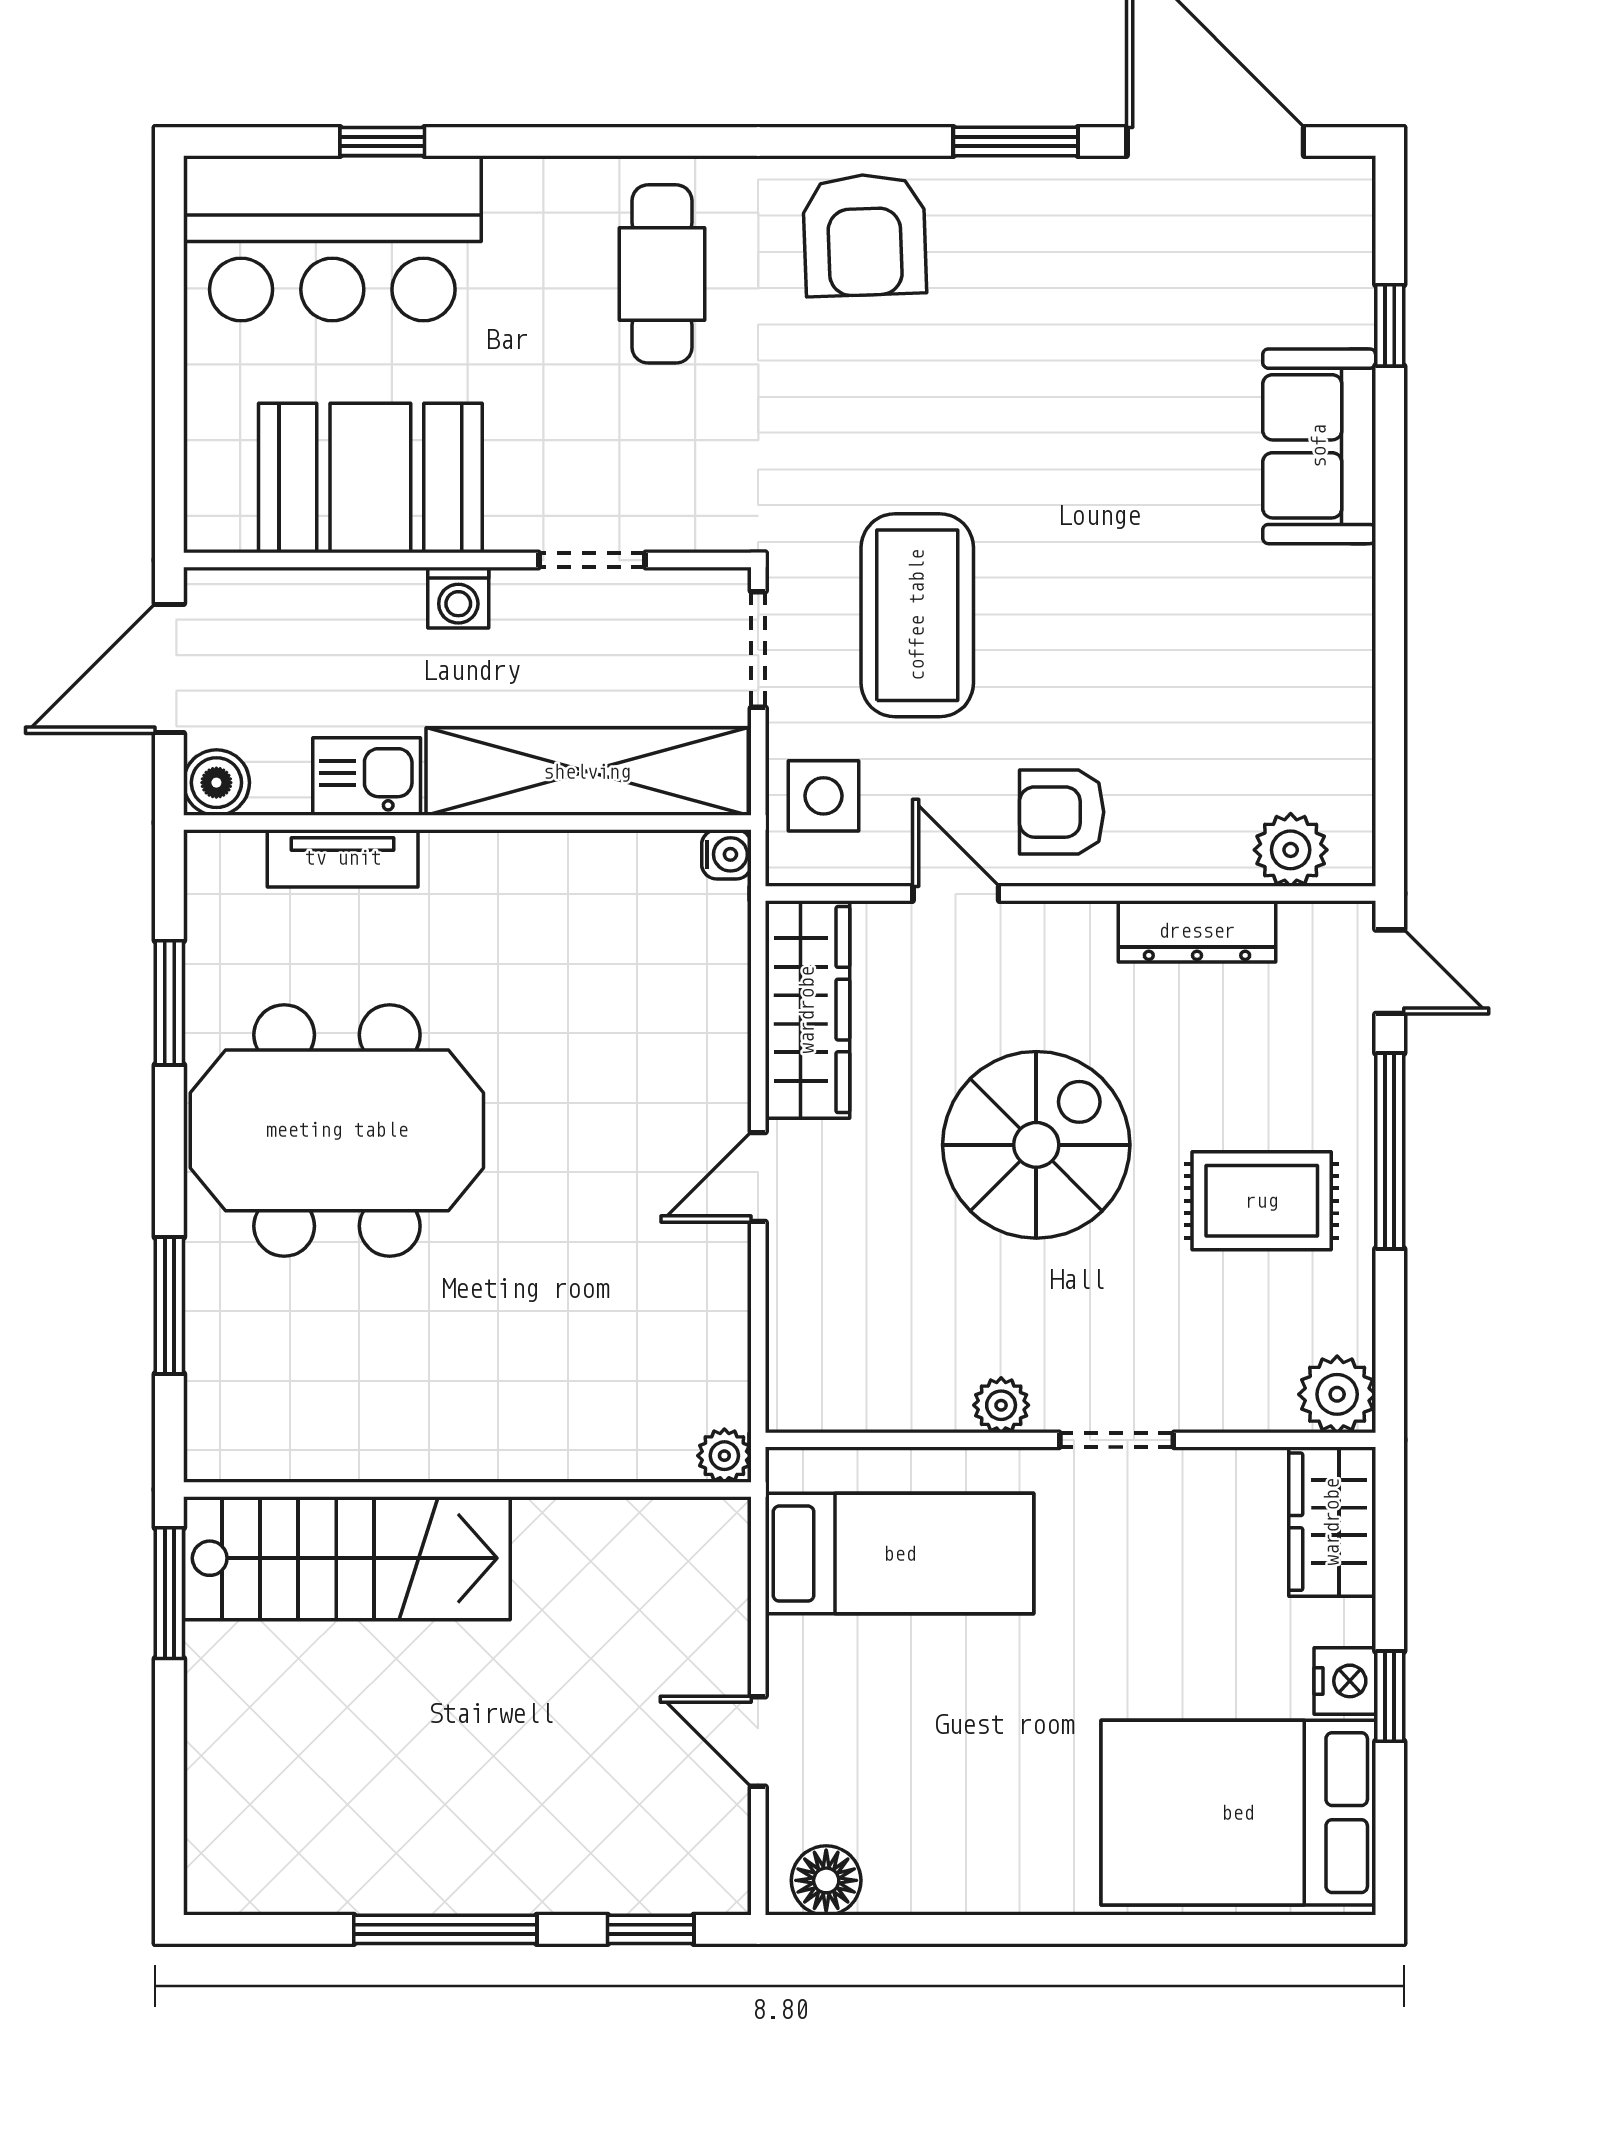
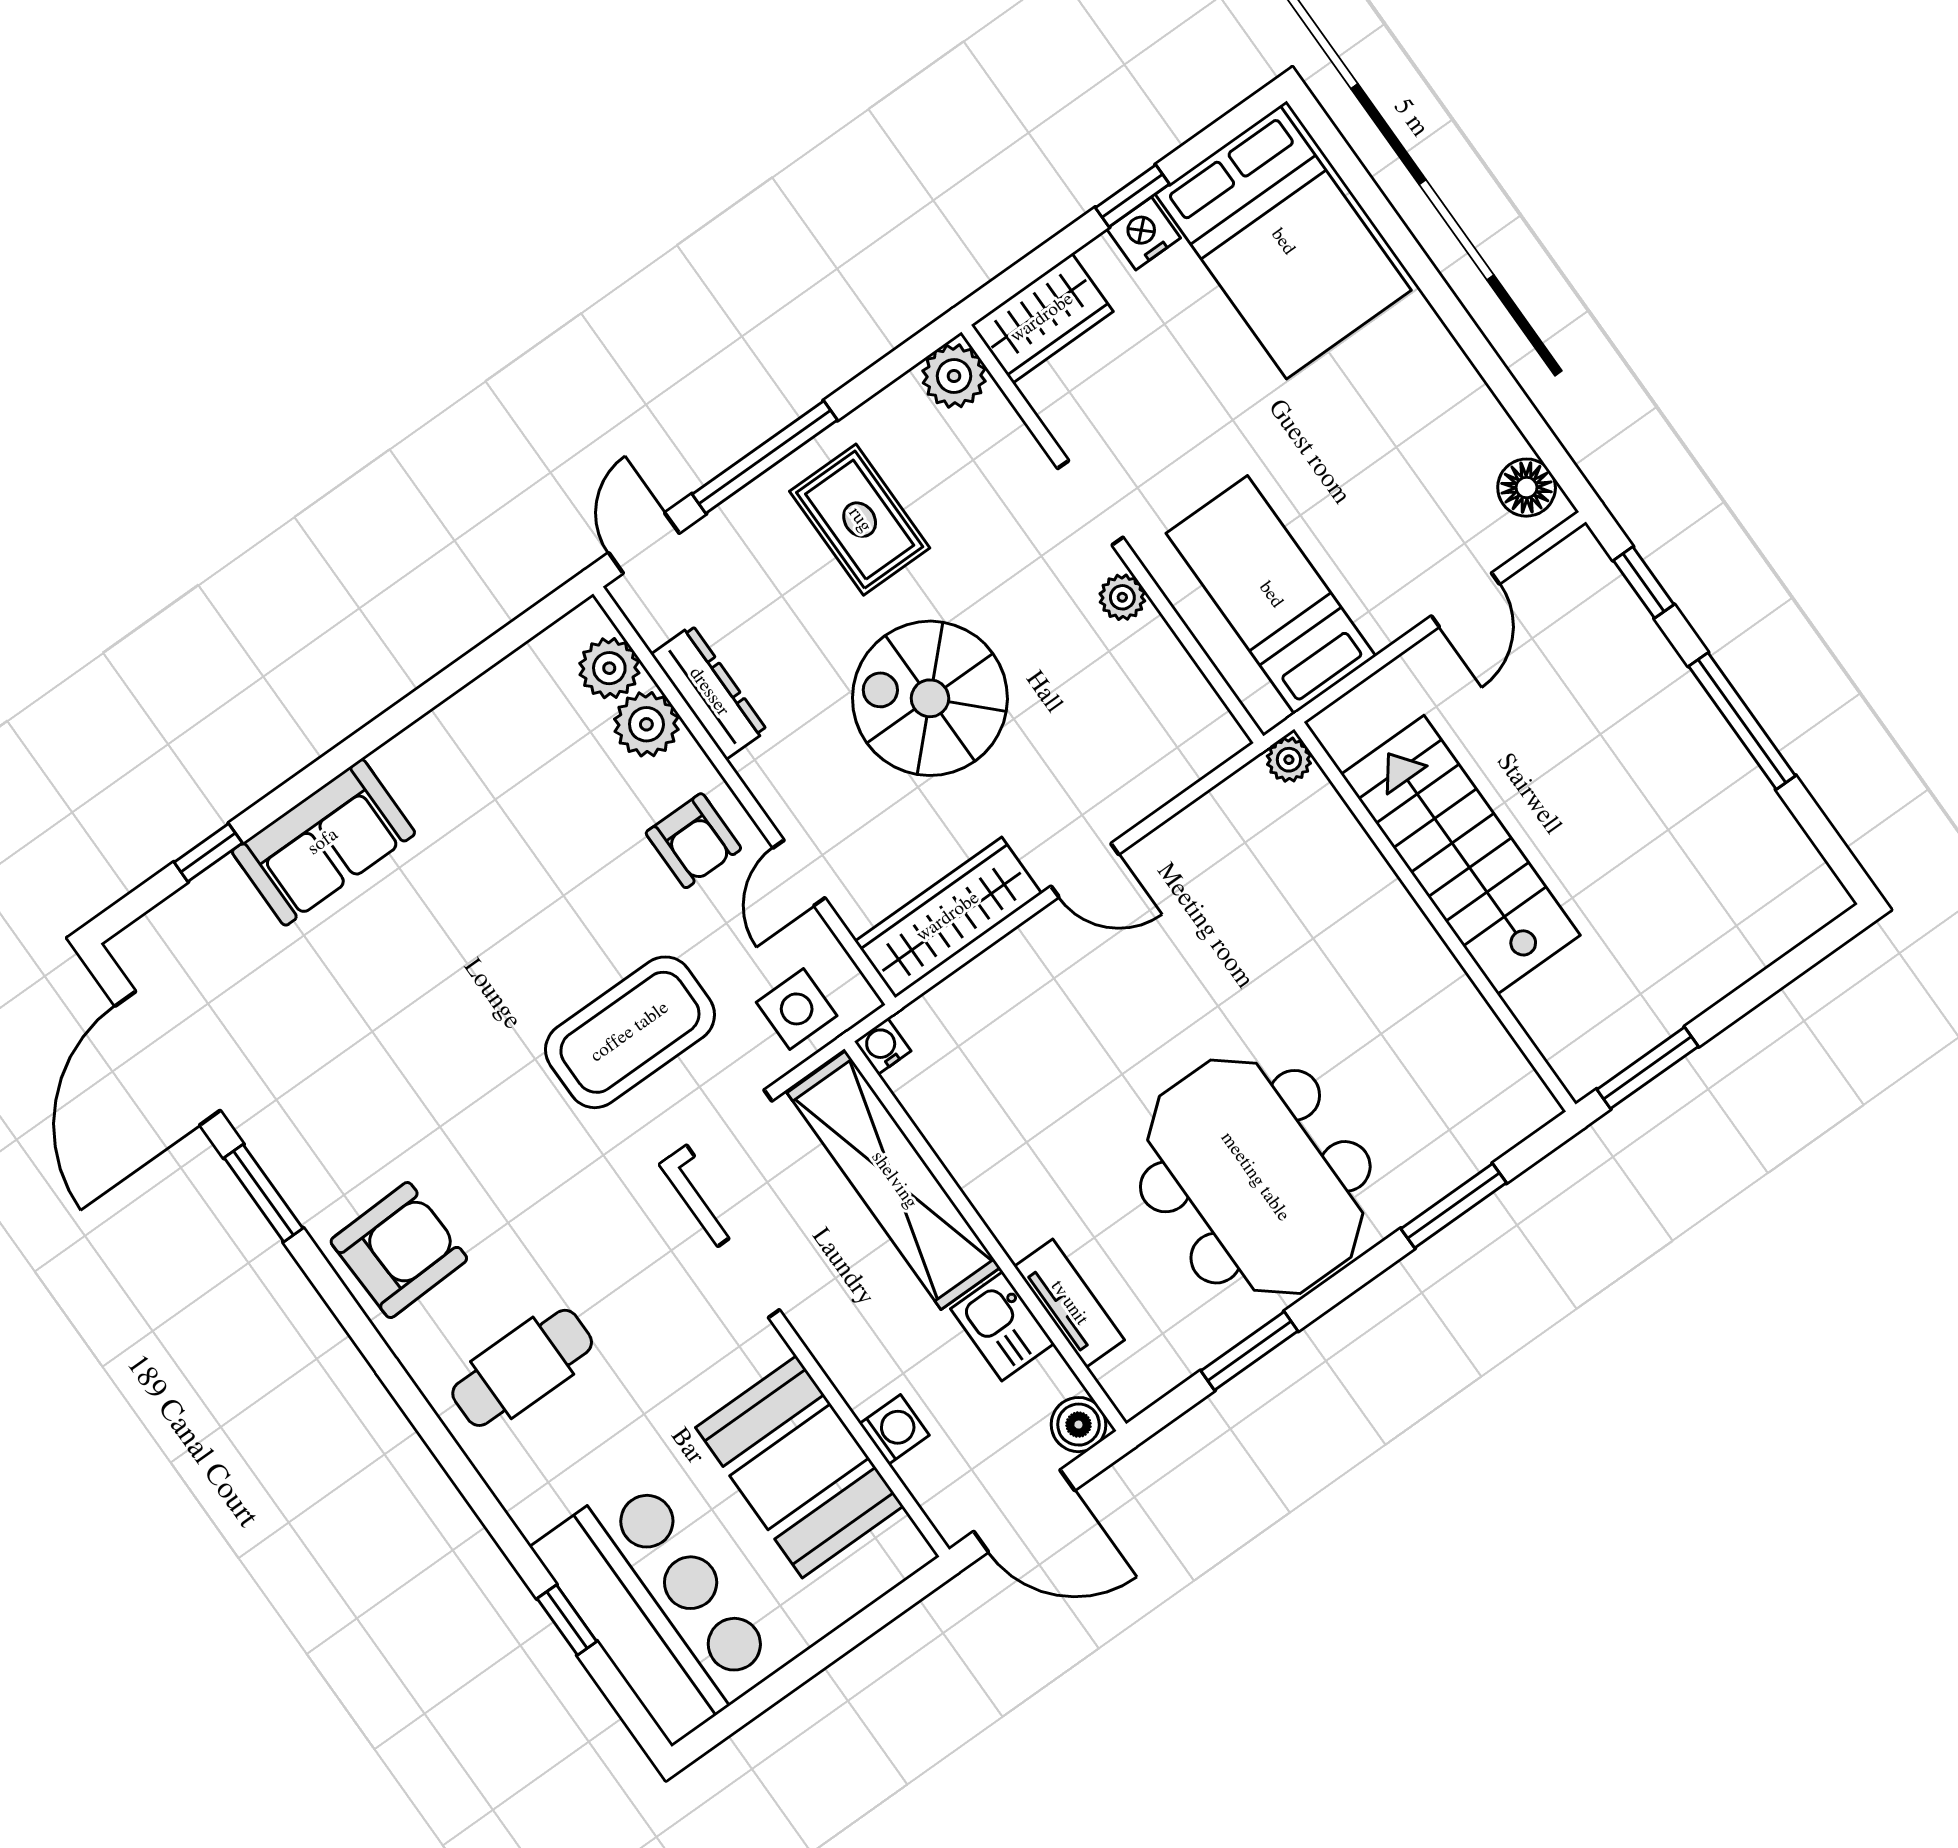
washing machine: (458, 598) -> (894, 1430), moved
plant: (1209, 847) -> (646, 724), added
stairs: (347, 1558) -> (1461, 855), moved

